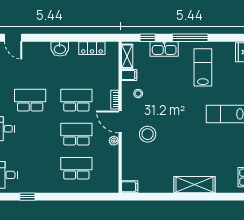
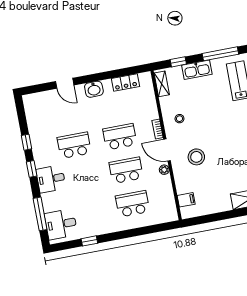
door: (13, 38) -> (65, 83), moved
filing cabinet: (129, 75) -> (167, 102), removed
filing cabinet: (130, 187) -> (186, 200), moved

